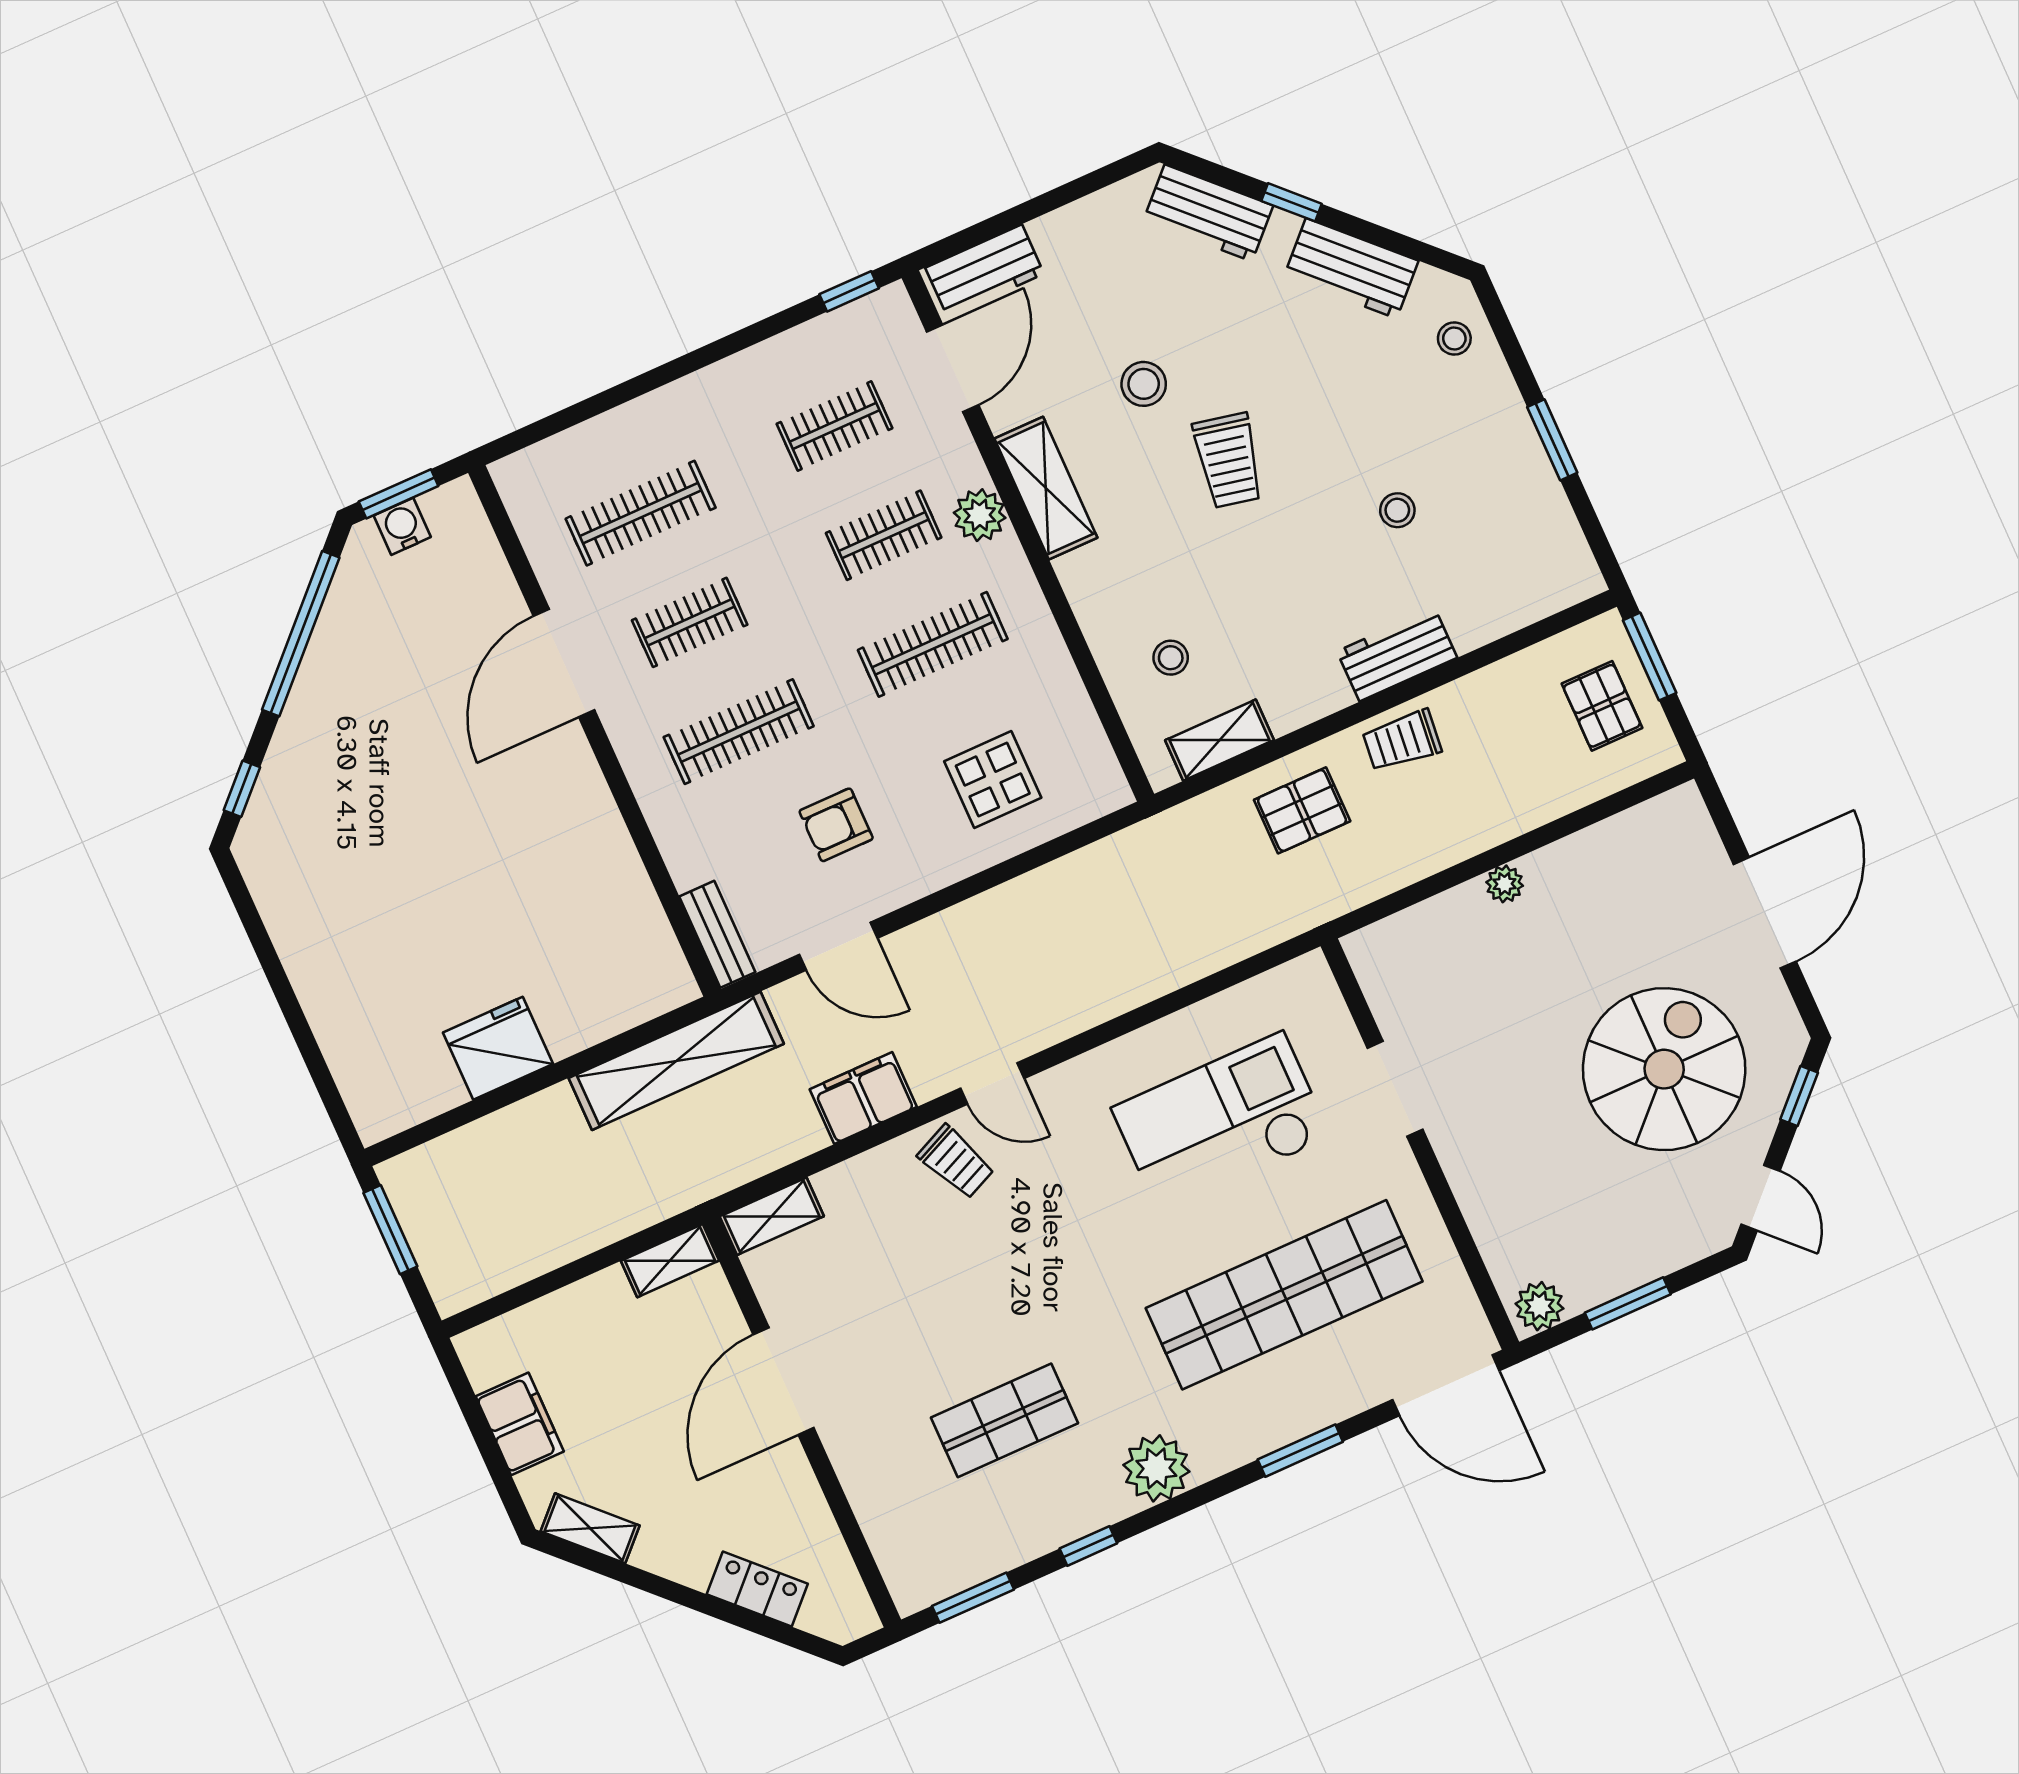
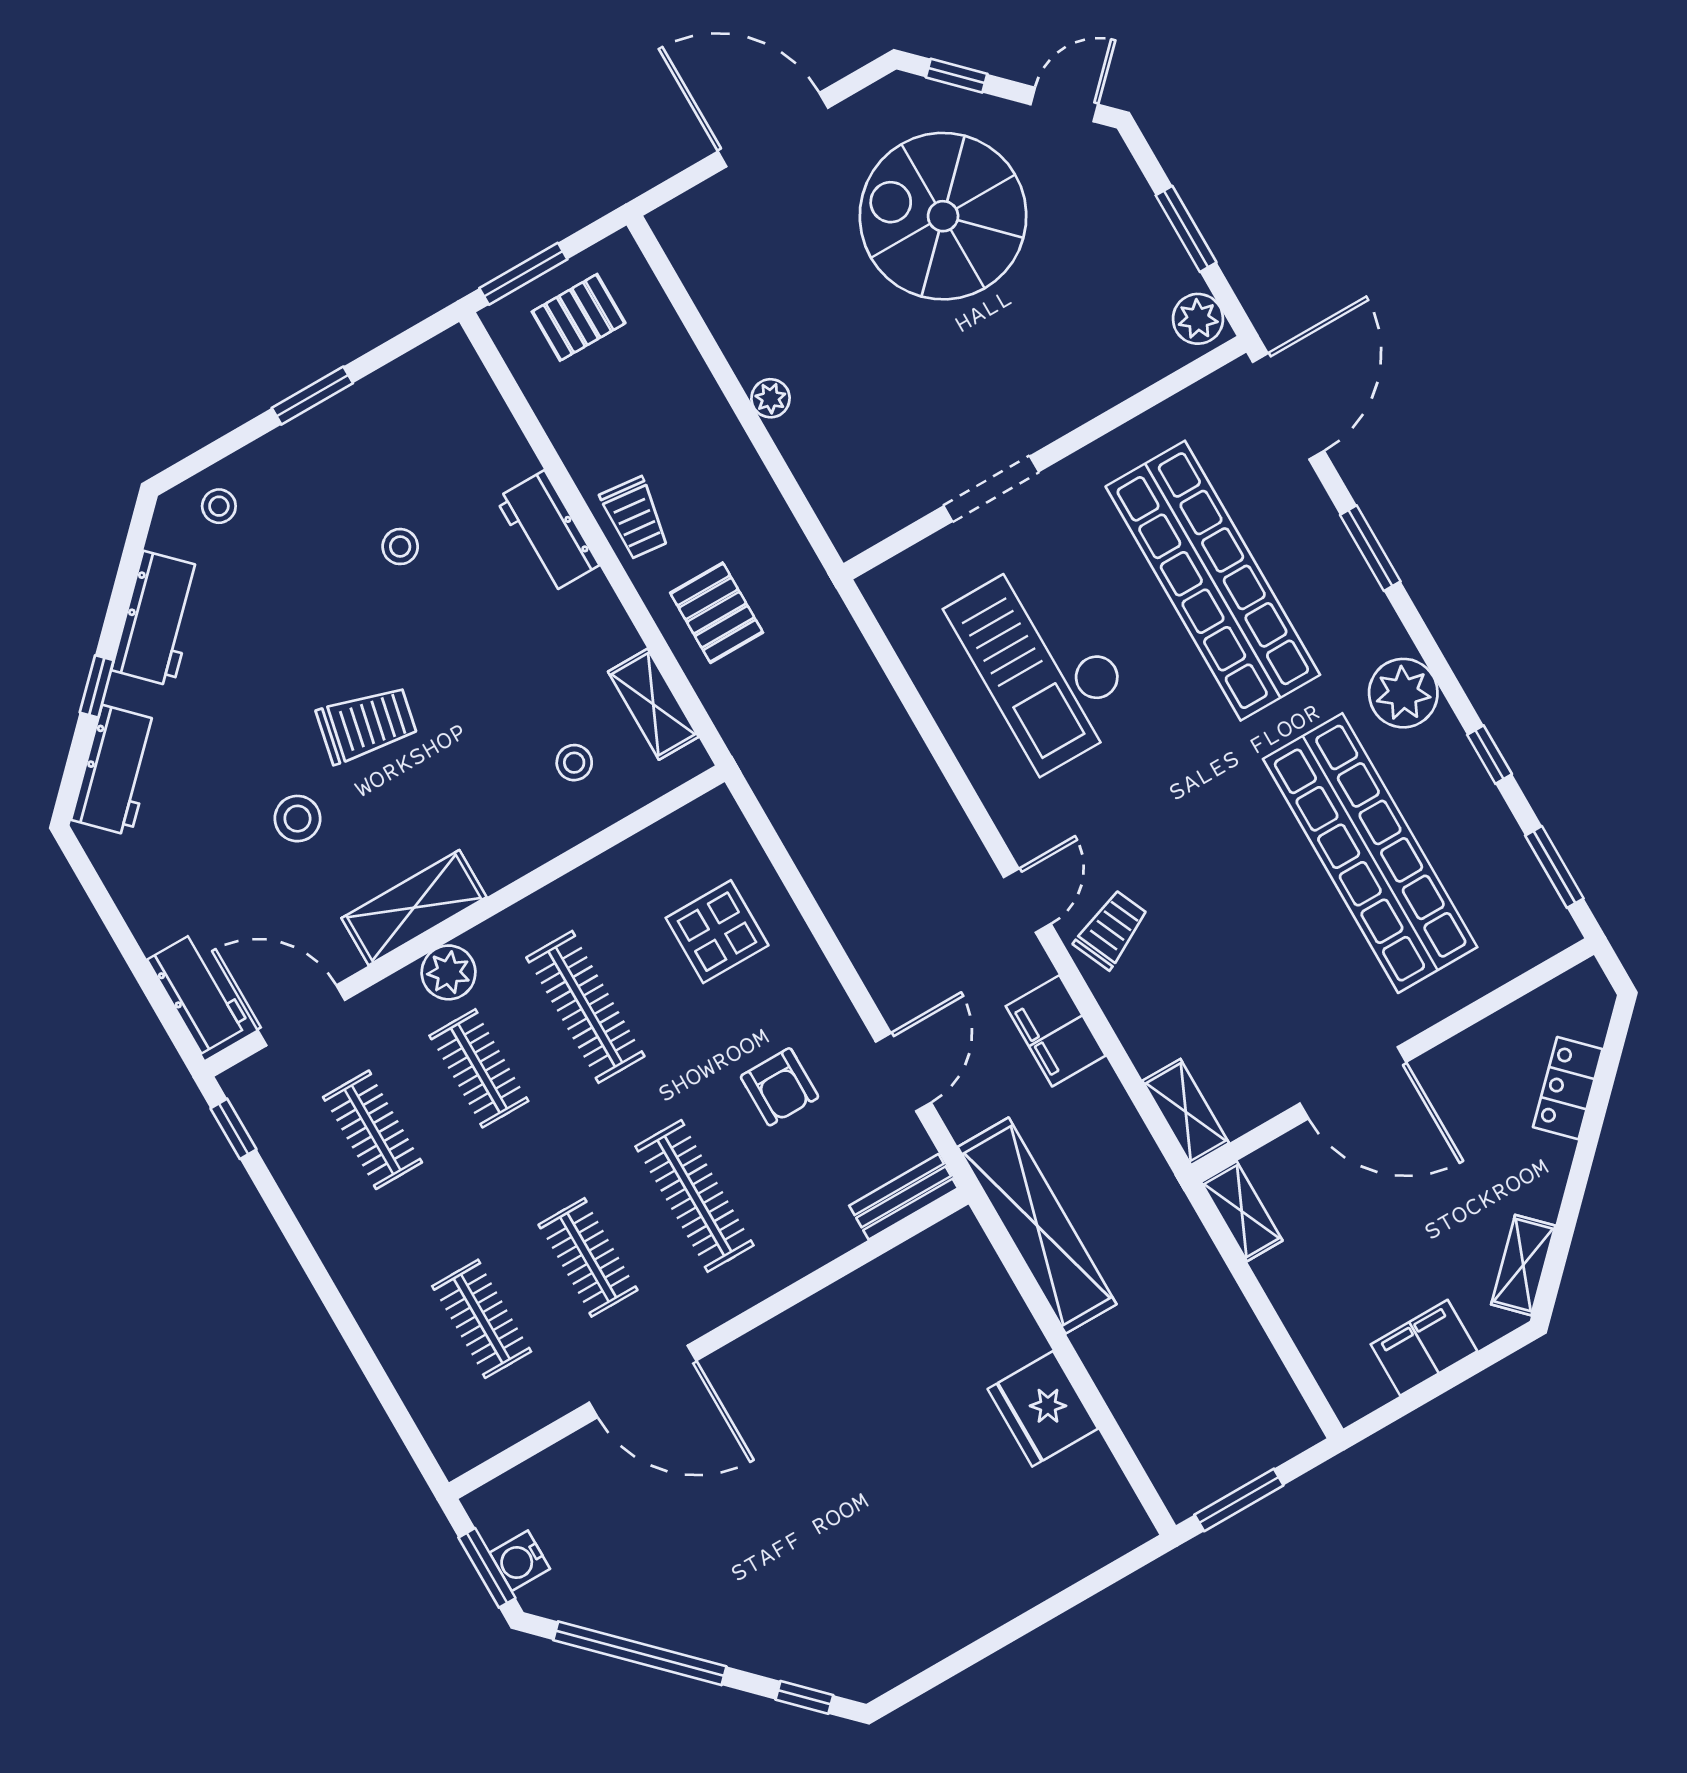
clothes rail: (641, 513) -> (482, 1319), width x0.73
shop shelf: (1005, 1420) -> (1370, 853), width x2.00, depth x1.36

